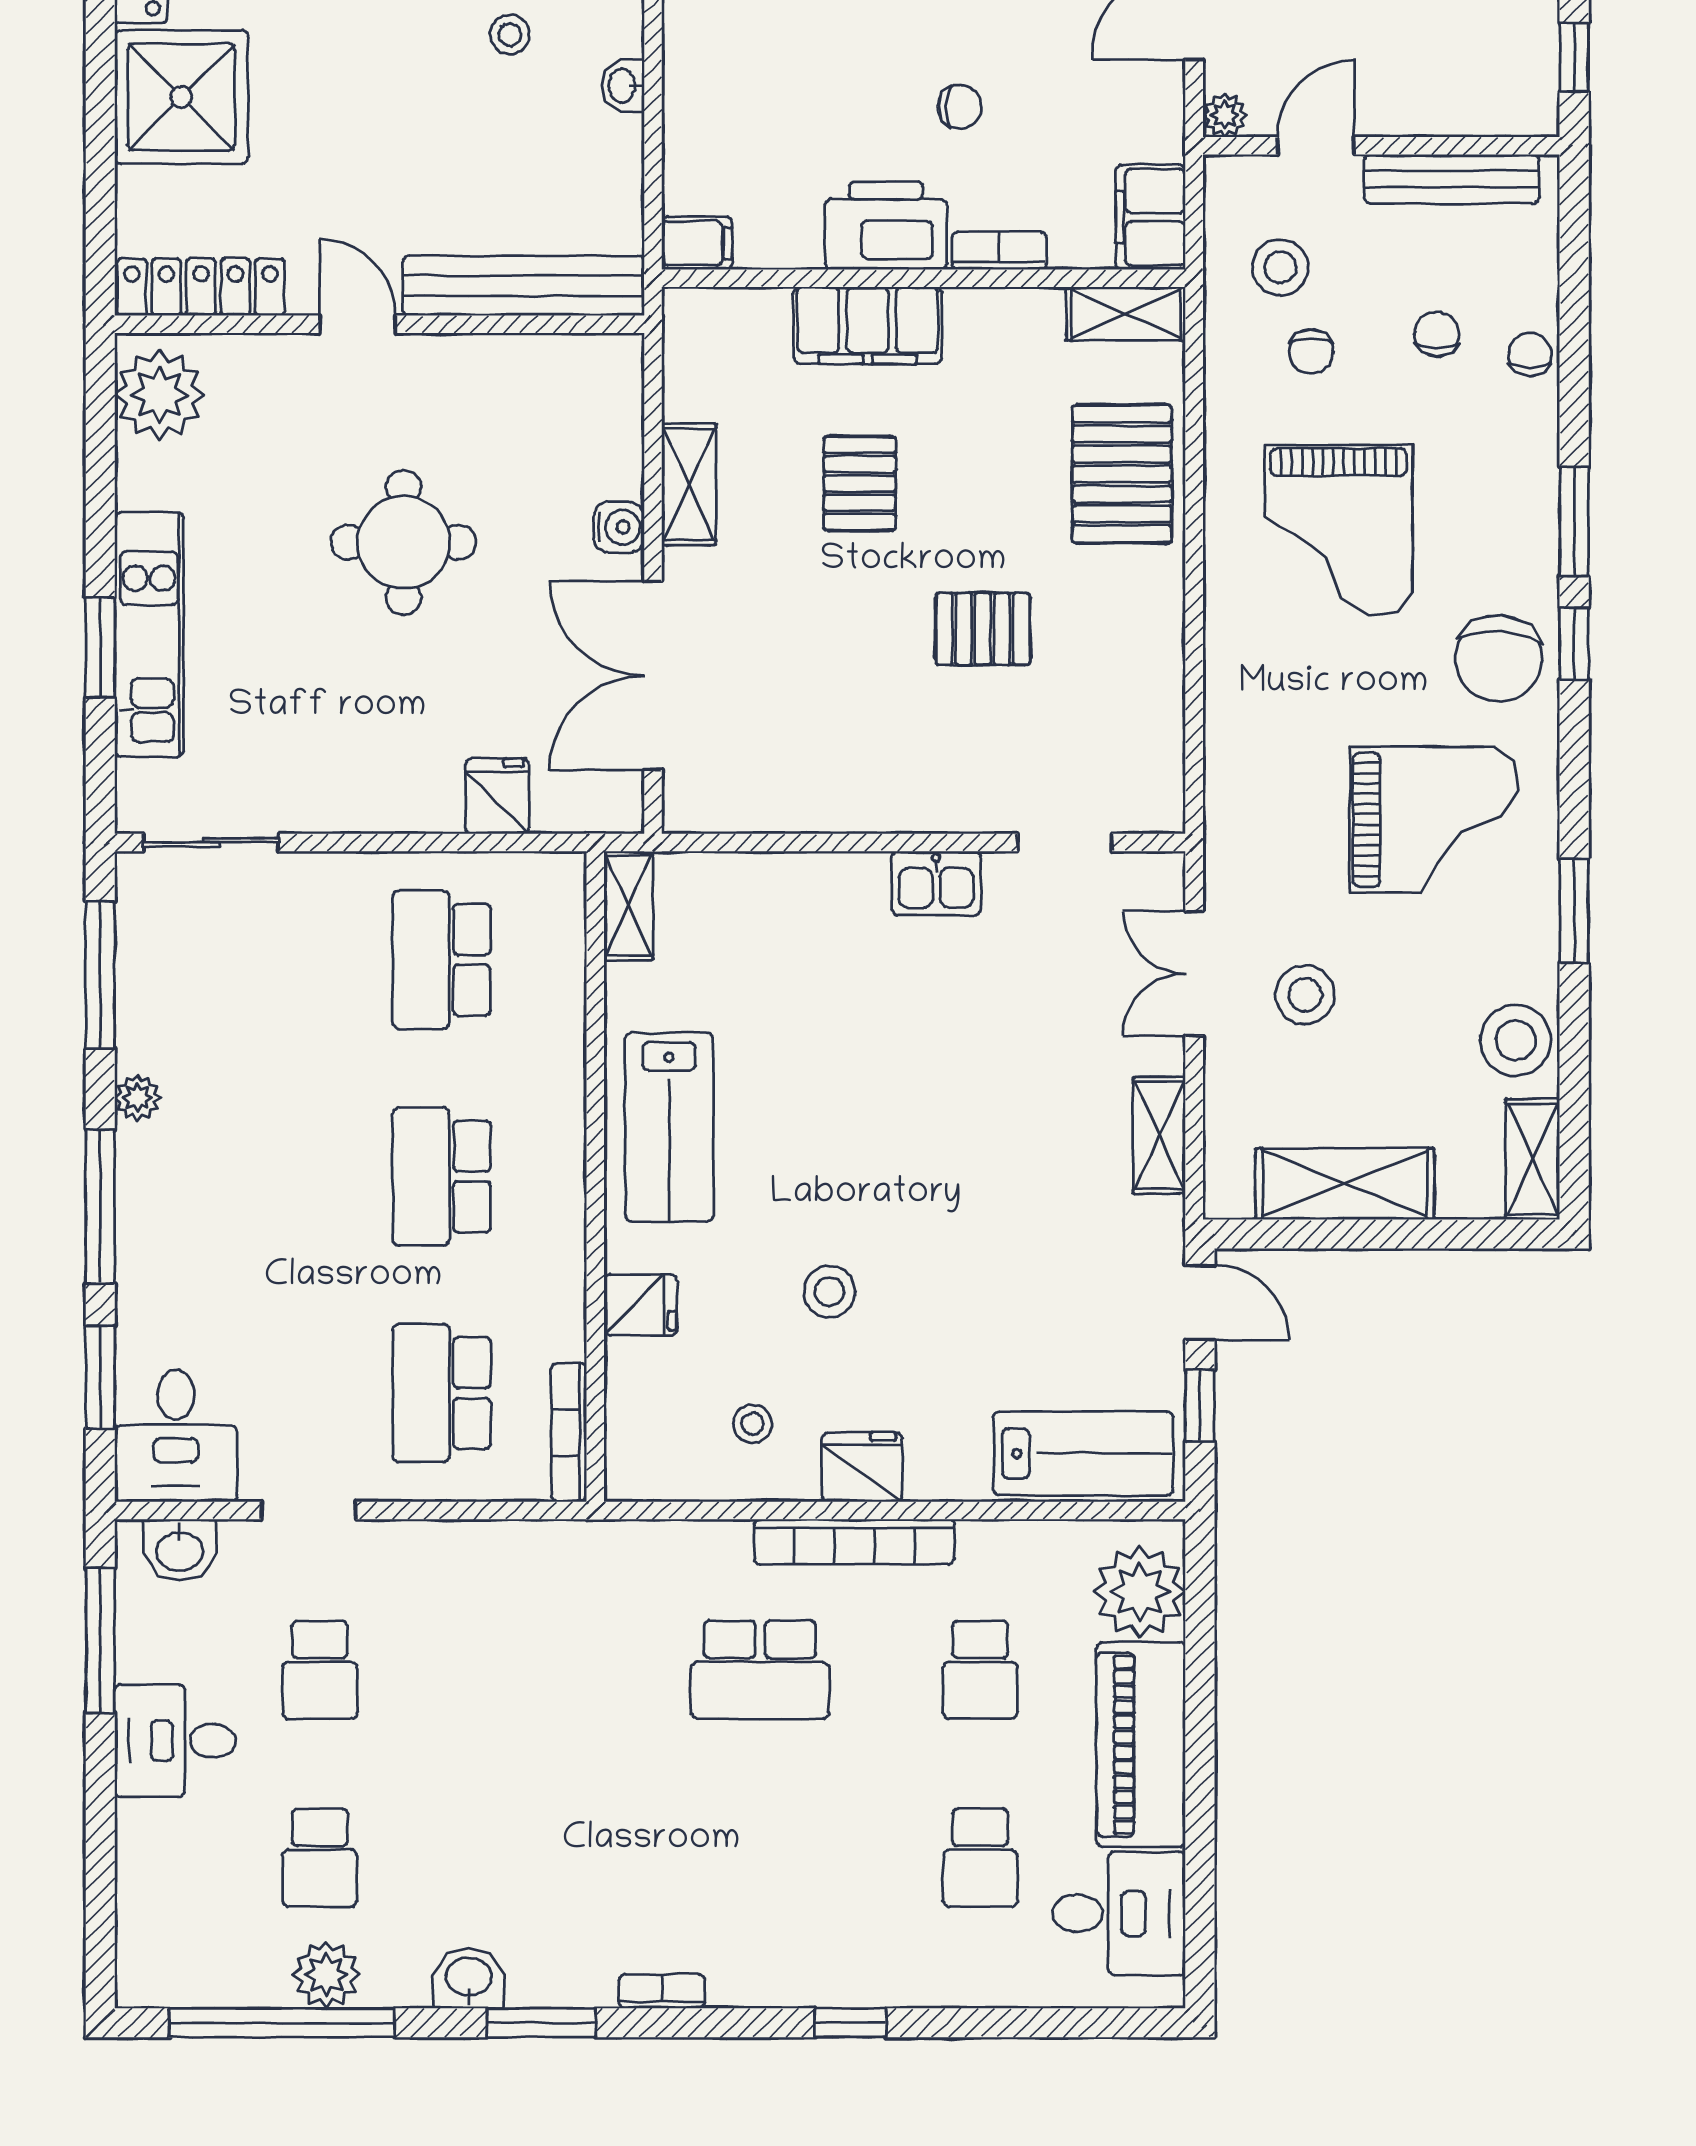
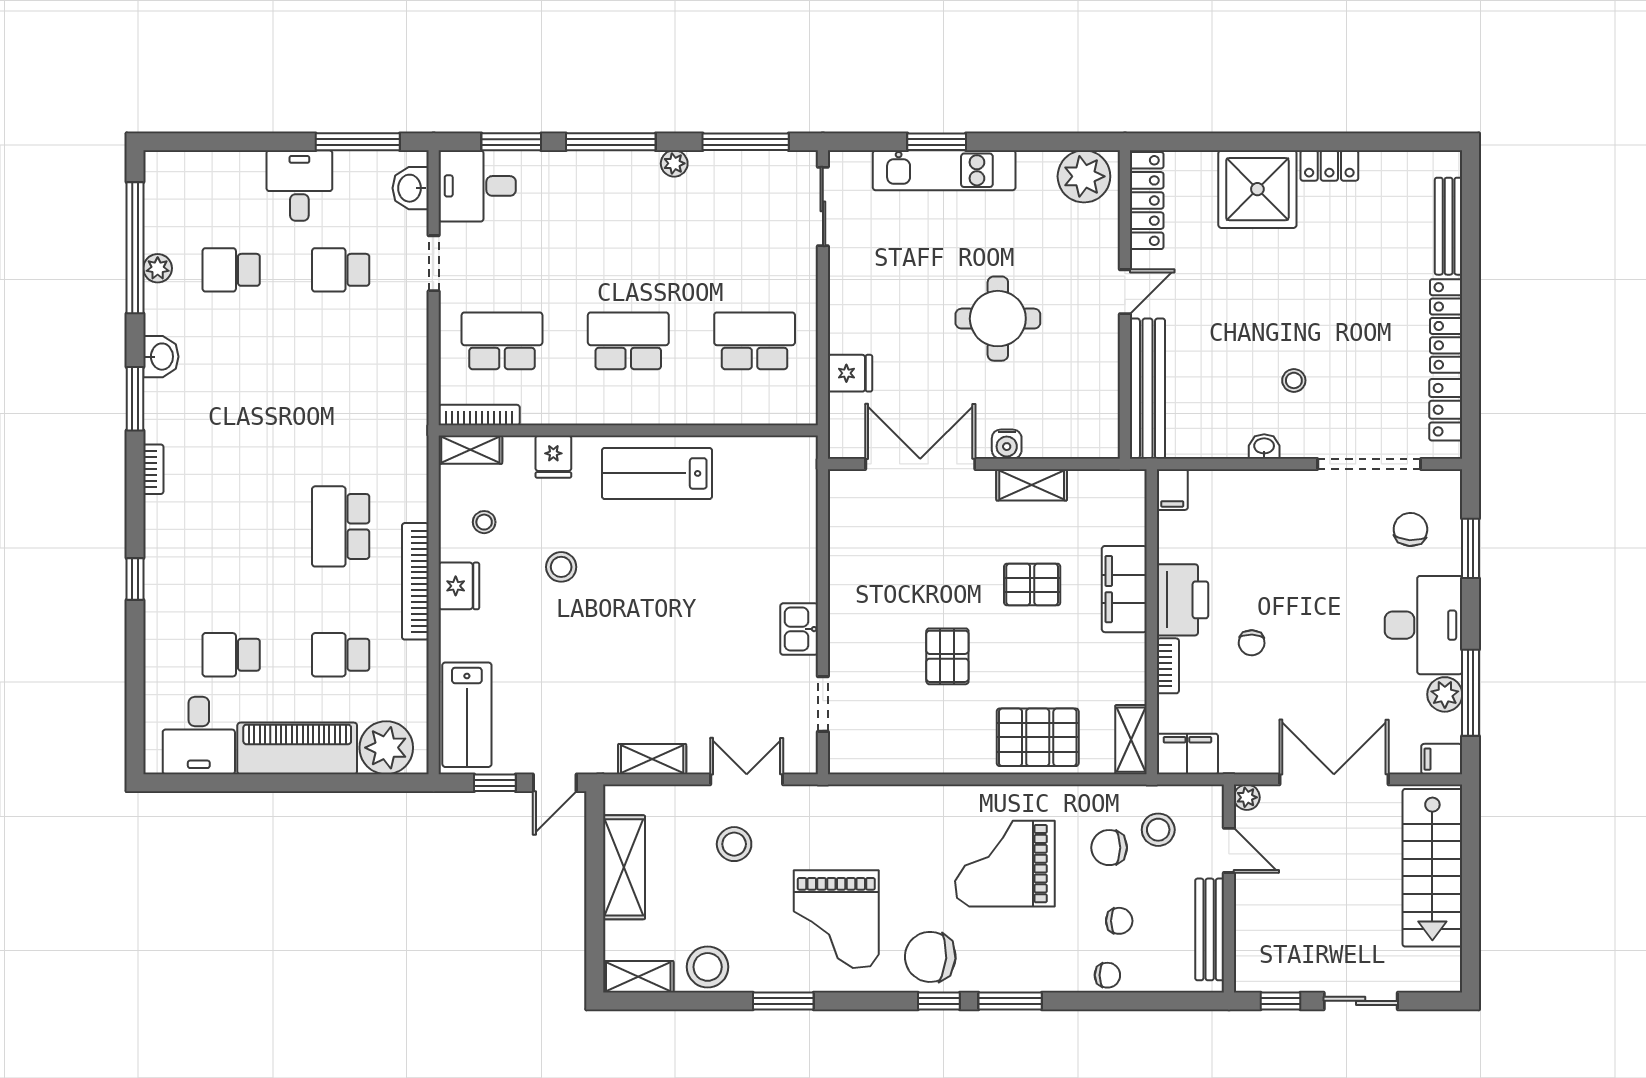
chair: (1311, 351) -> (1109, 848), width x1.37, depth x1.37
shelving: (628, 906) -> (470, 450), moved
plant: (326, 1975) -> (158, 268), width x0.73, depth x0.73

